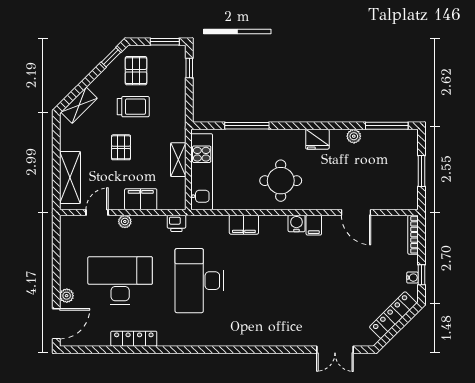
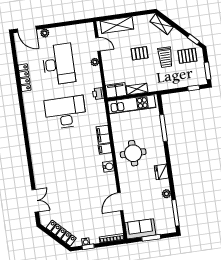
sofa: (404, 186) -> (140, 229), added
filing cabinet: (141, 199) -> (116, 90), moved, turned -90
filing cabinet: (314, 225) -> (105, 149), moved
double door: (335, 350) -> (35, 201), swing flipped

